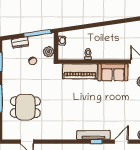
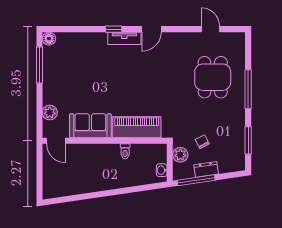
dresser: (20, 43) -> (206, 169), moved
dining table: (25, 107) -> (213, 77), turned 90
tv unit: (93, 135) -> (124, 38), width x0.71
door: (121, 142) -> (151, 29), moved

